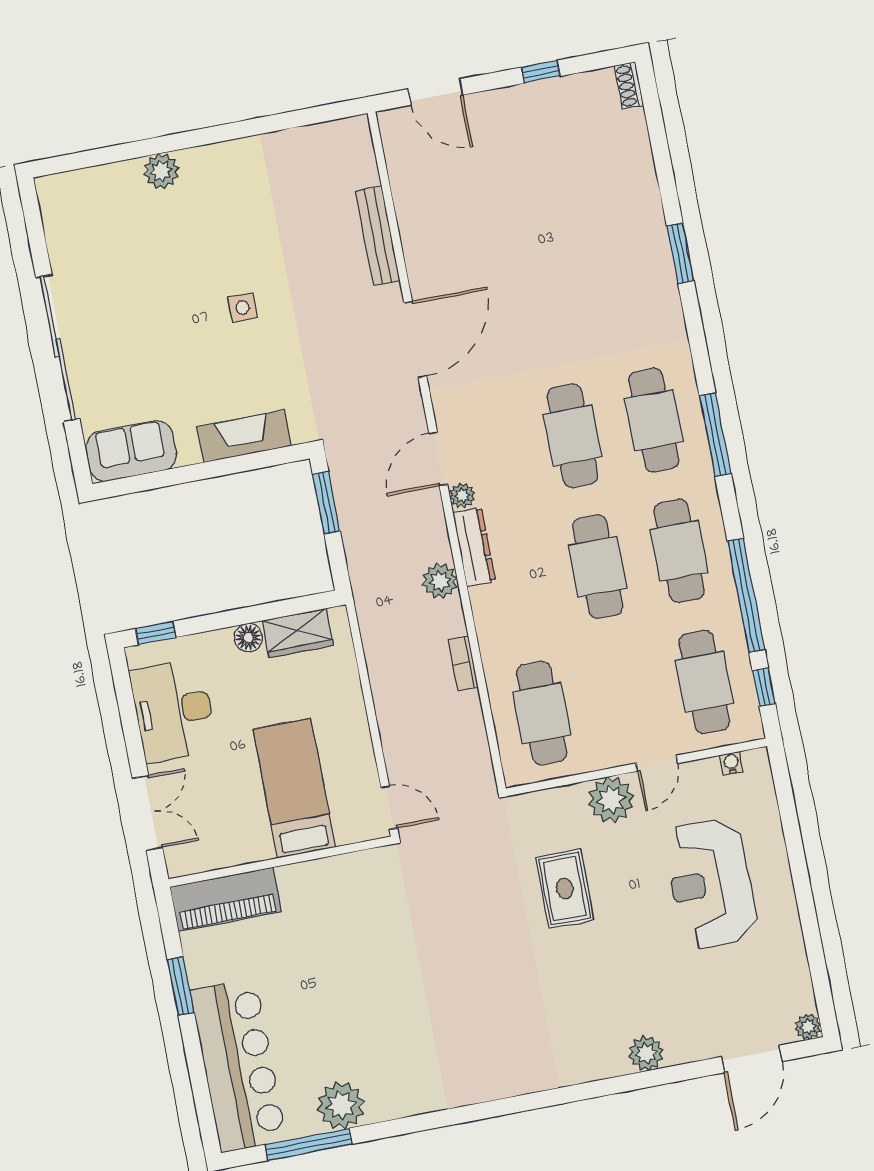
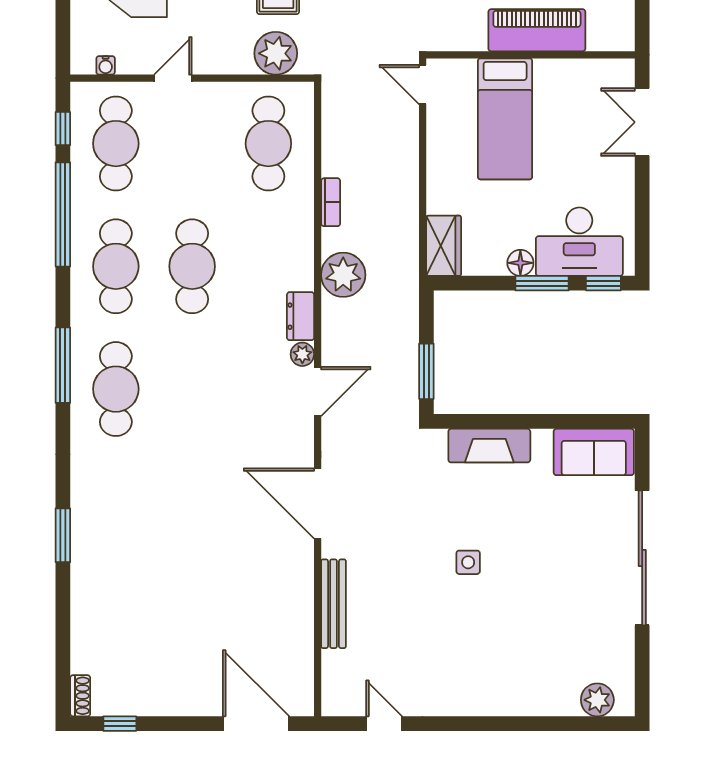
window: (541, 72) -> (120, 724), moved
door: (436, 92) -> (256, 724), width x1.36
door: (299, 118) -> (384, 724), added
plant: (161, 171) -> (597, 700), moved
door: (415, 339) -> (318, 504), hinge flipped
cafe table: (573, 436) -> (192, 389), removed
dresser: (474, 547) -> (300, 316), width x0.70
plant: (440, 581) -> (343, 275), width x1.36, depth x1.36
window: (221, 620) -> (542, 283), added
wardrobe: (298, 633) -> (444, 246), moved, turned 90
desk: (174, 711) -> (579, 242), moved, turned 90
plant: (611, 800) -> (276, 53), moved
piano: (226, 899) -> (537, 30), moved

